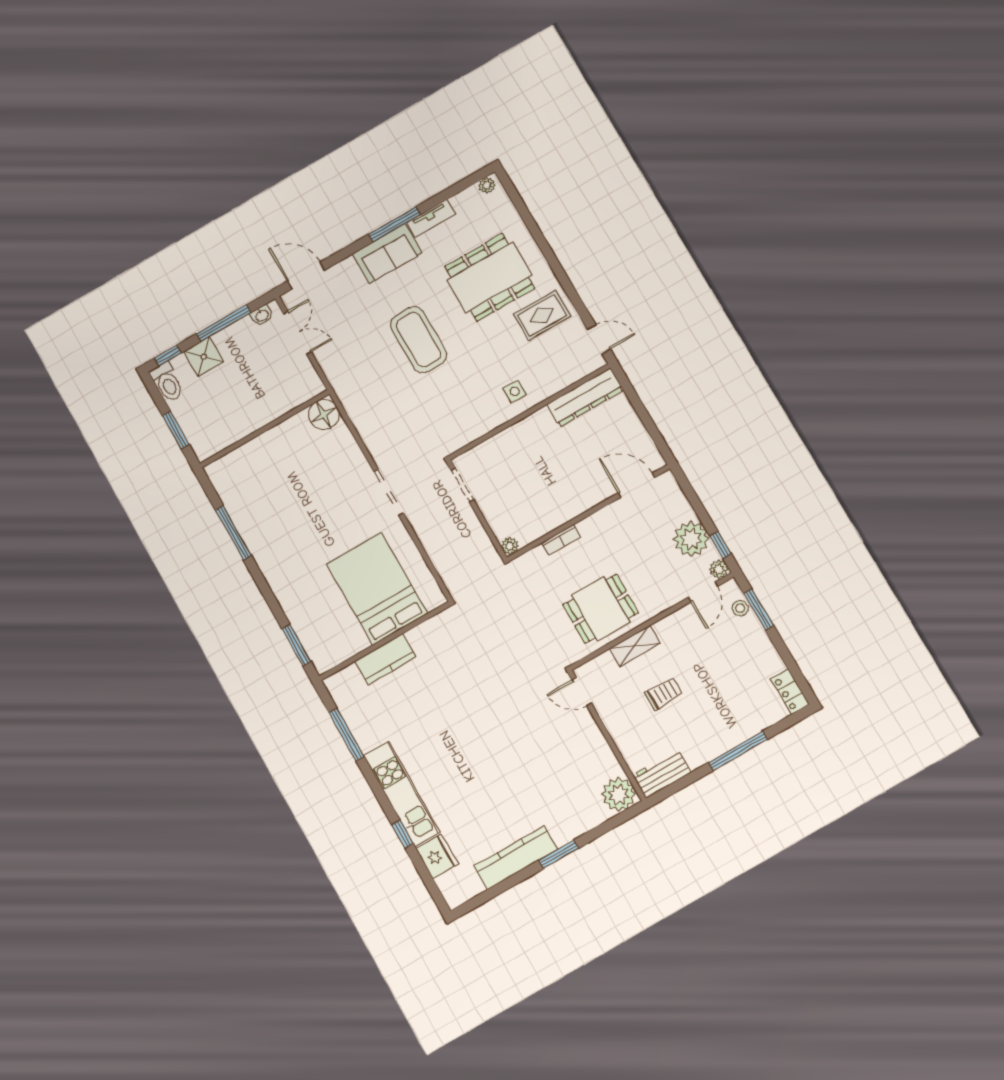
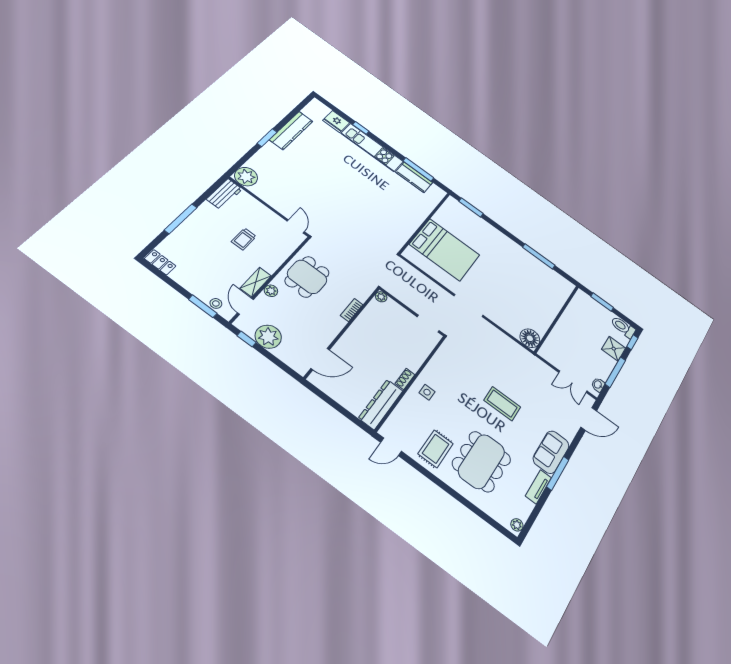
coffee table: (418, 340) -> (502, 404), width x0.73, depth x0.76
shoe rack: (536, 419) -> (405, 379), added
plant: (719, 569) -> (271, 291), moved
shelving: (635, 646) -> (256, 282), moved
kitchen counter: (385, 659) -> (414, 177), moved, turned -90
door: (582, 692) -> (296, 226), hinge flipped

